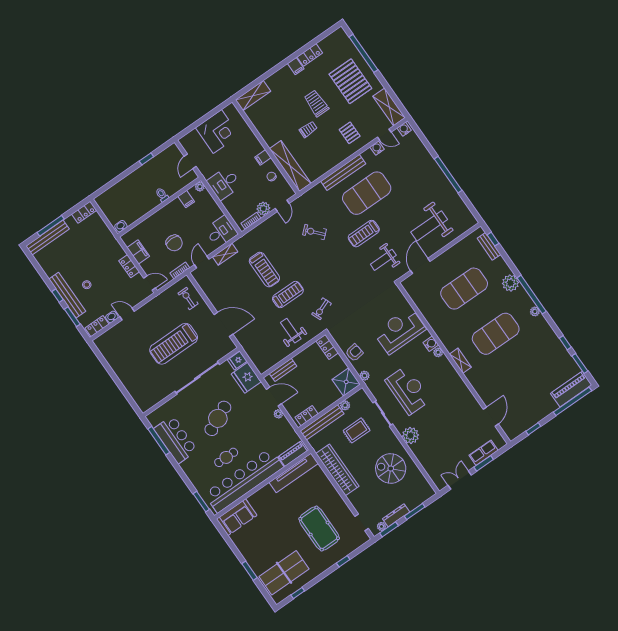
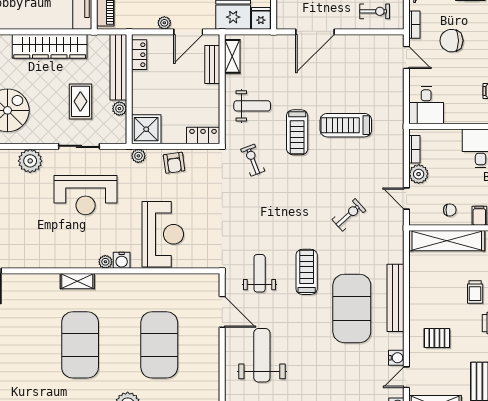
shelving: (225, 254) -> (232, 56), moved

